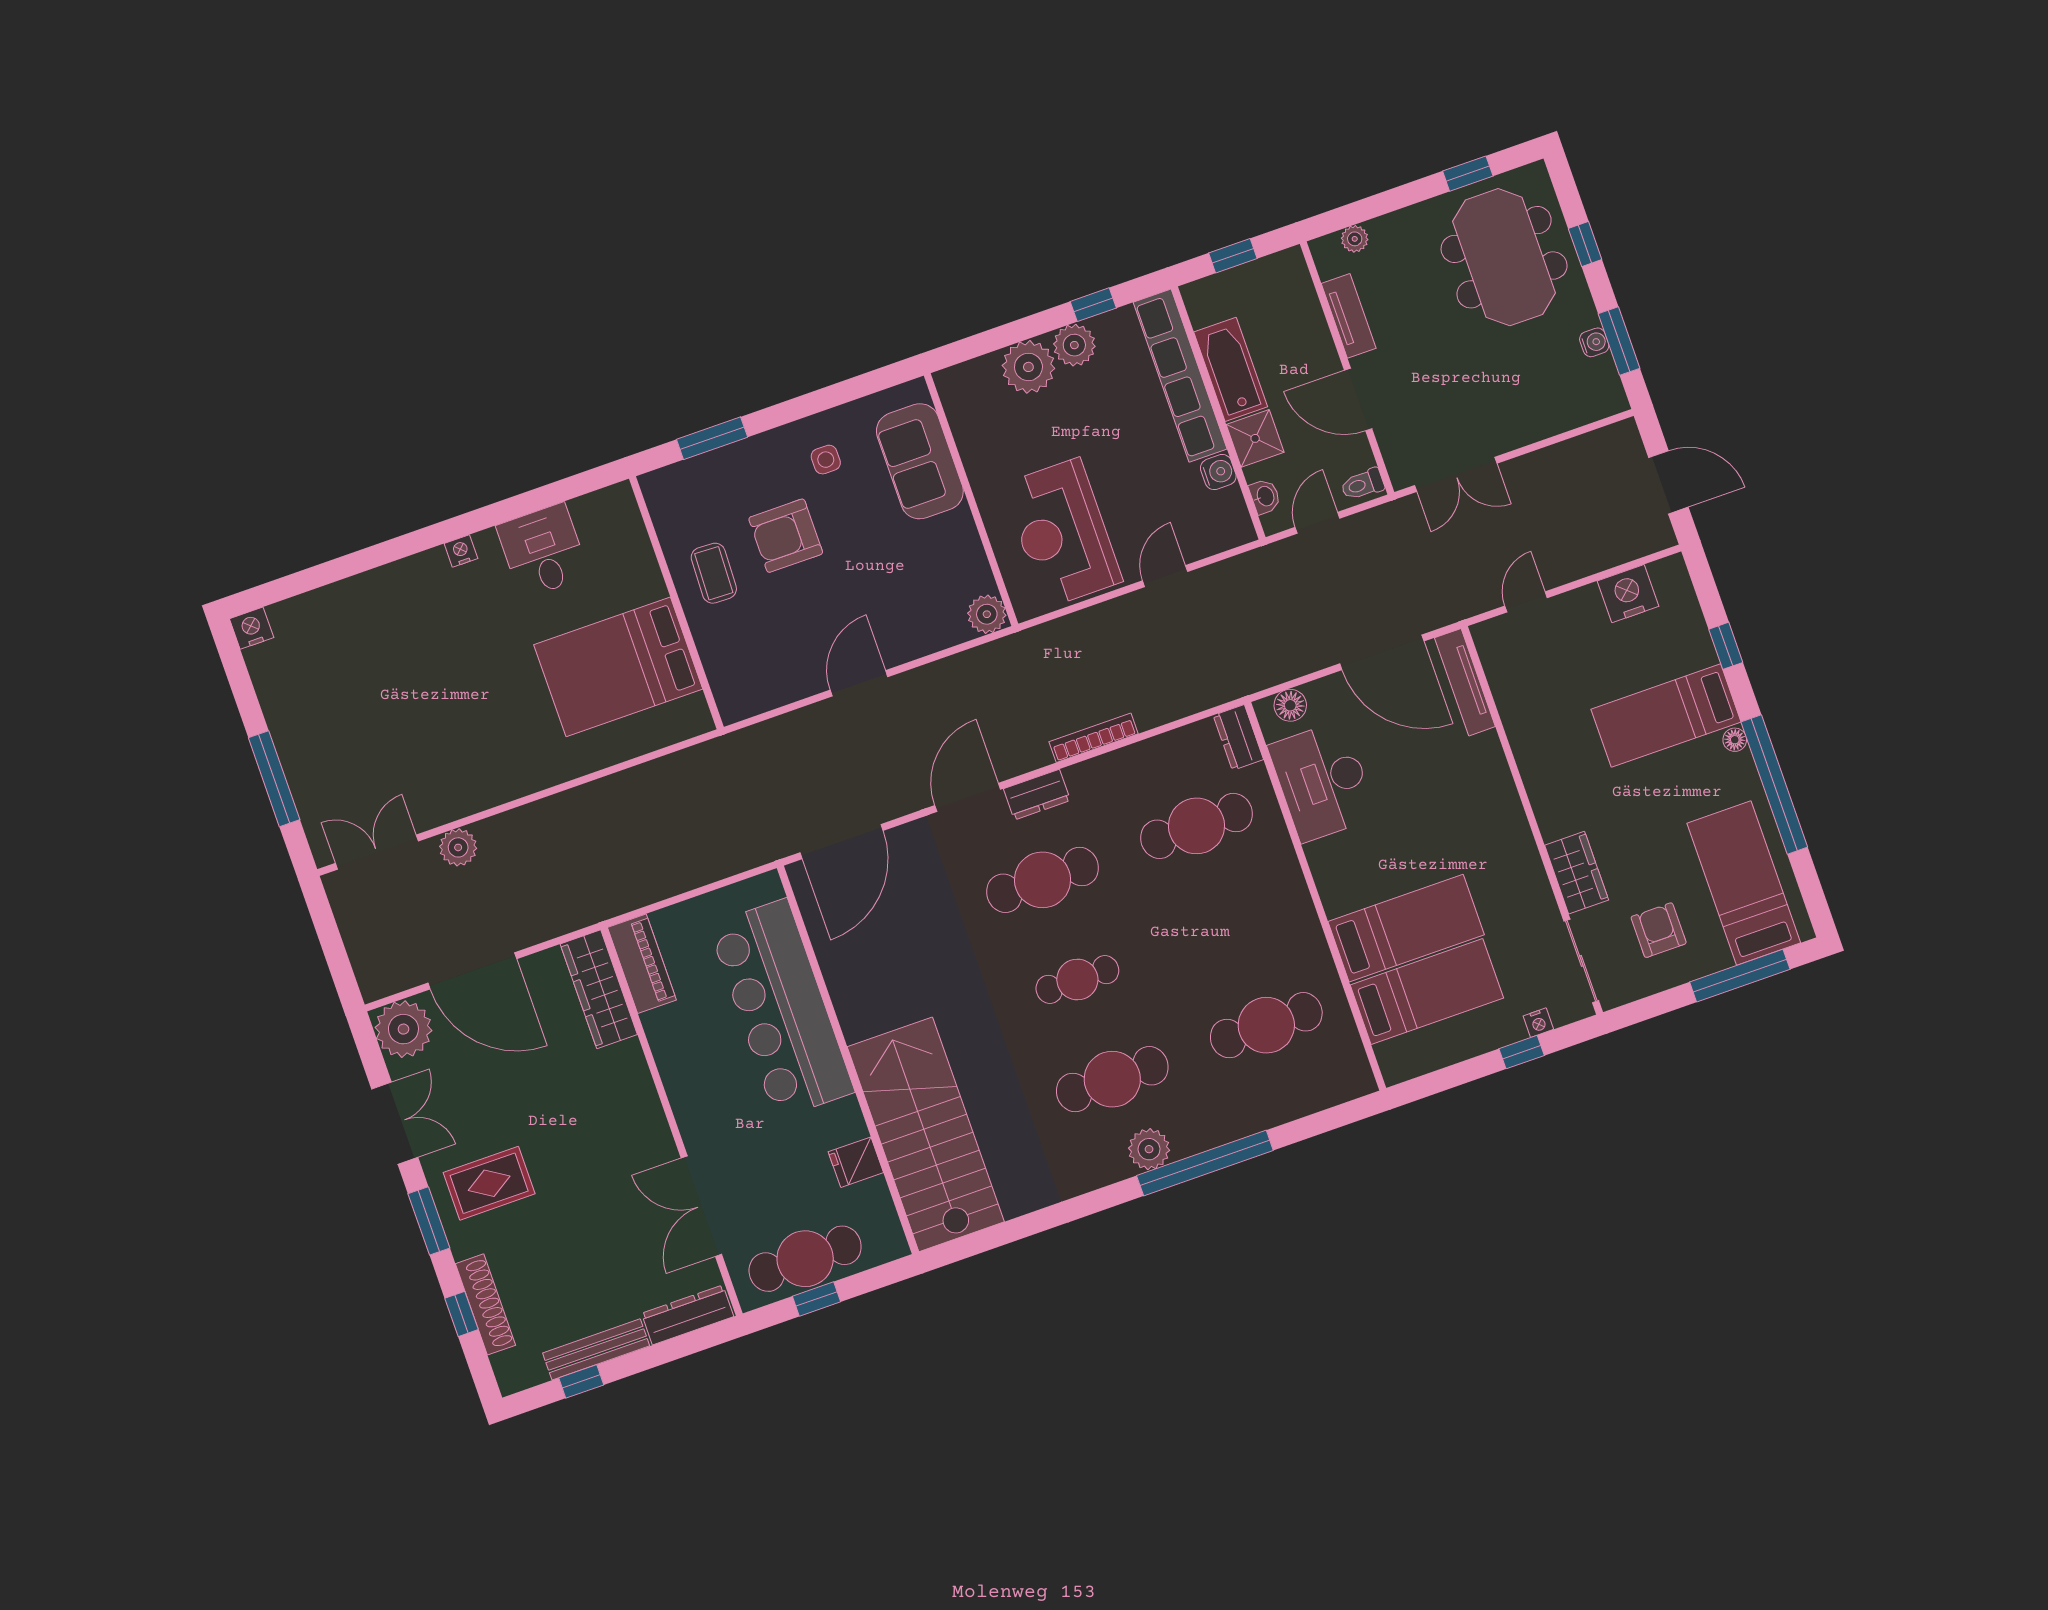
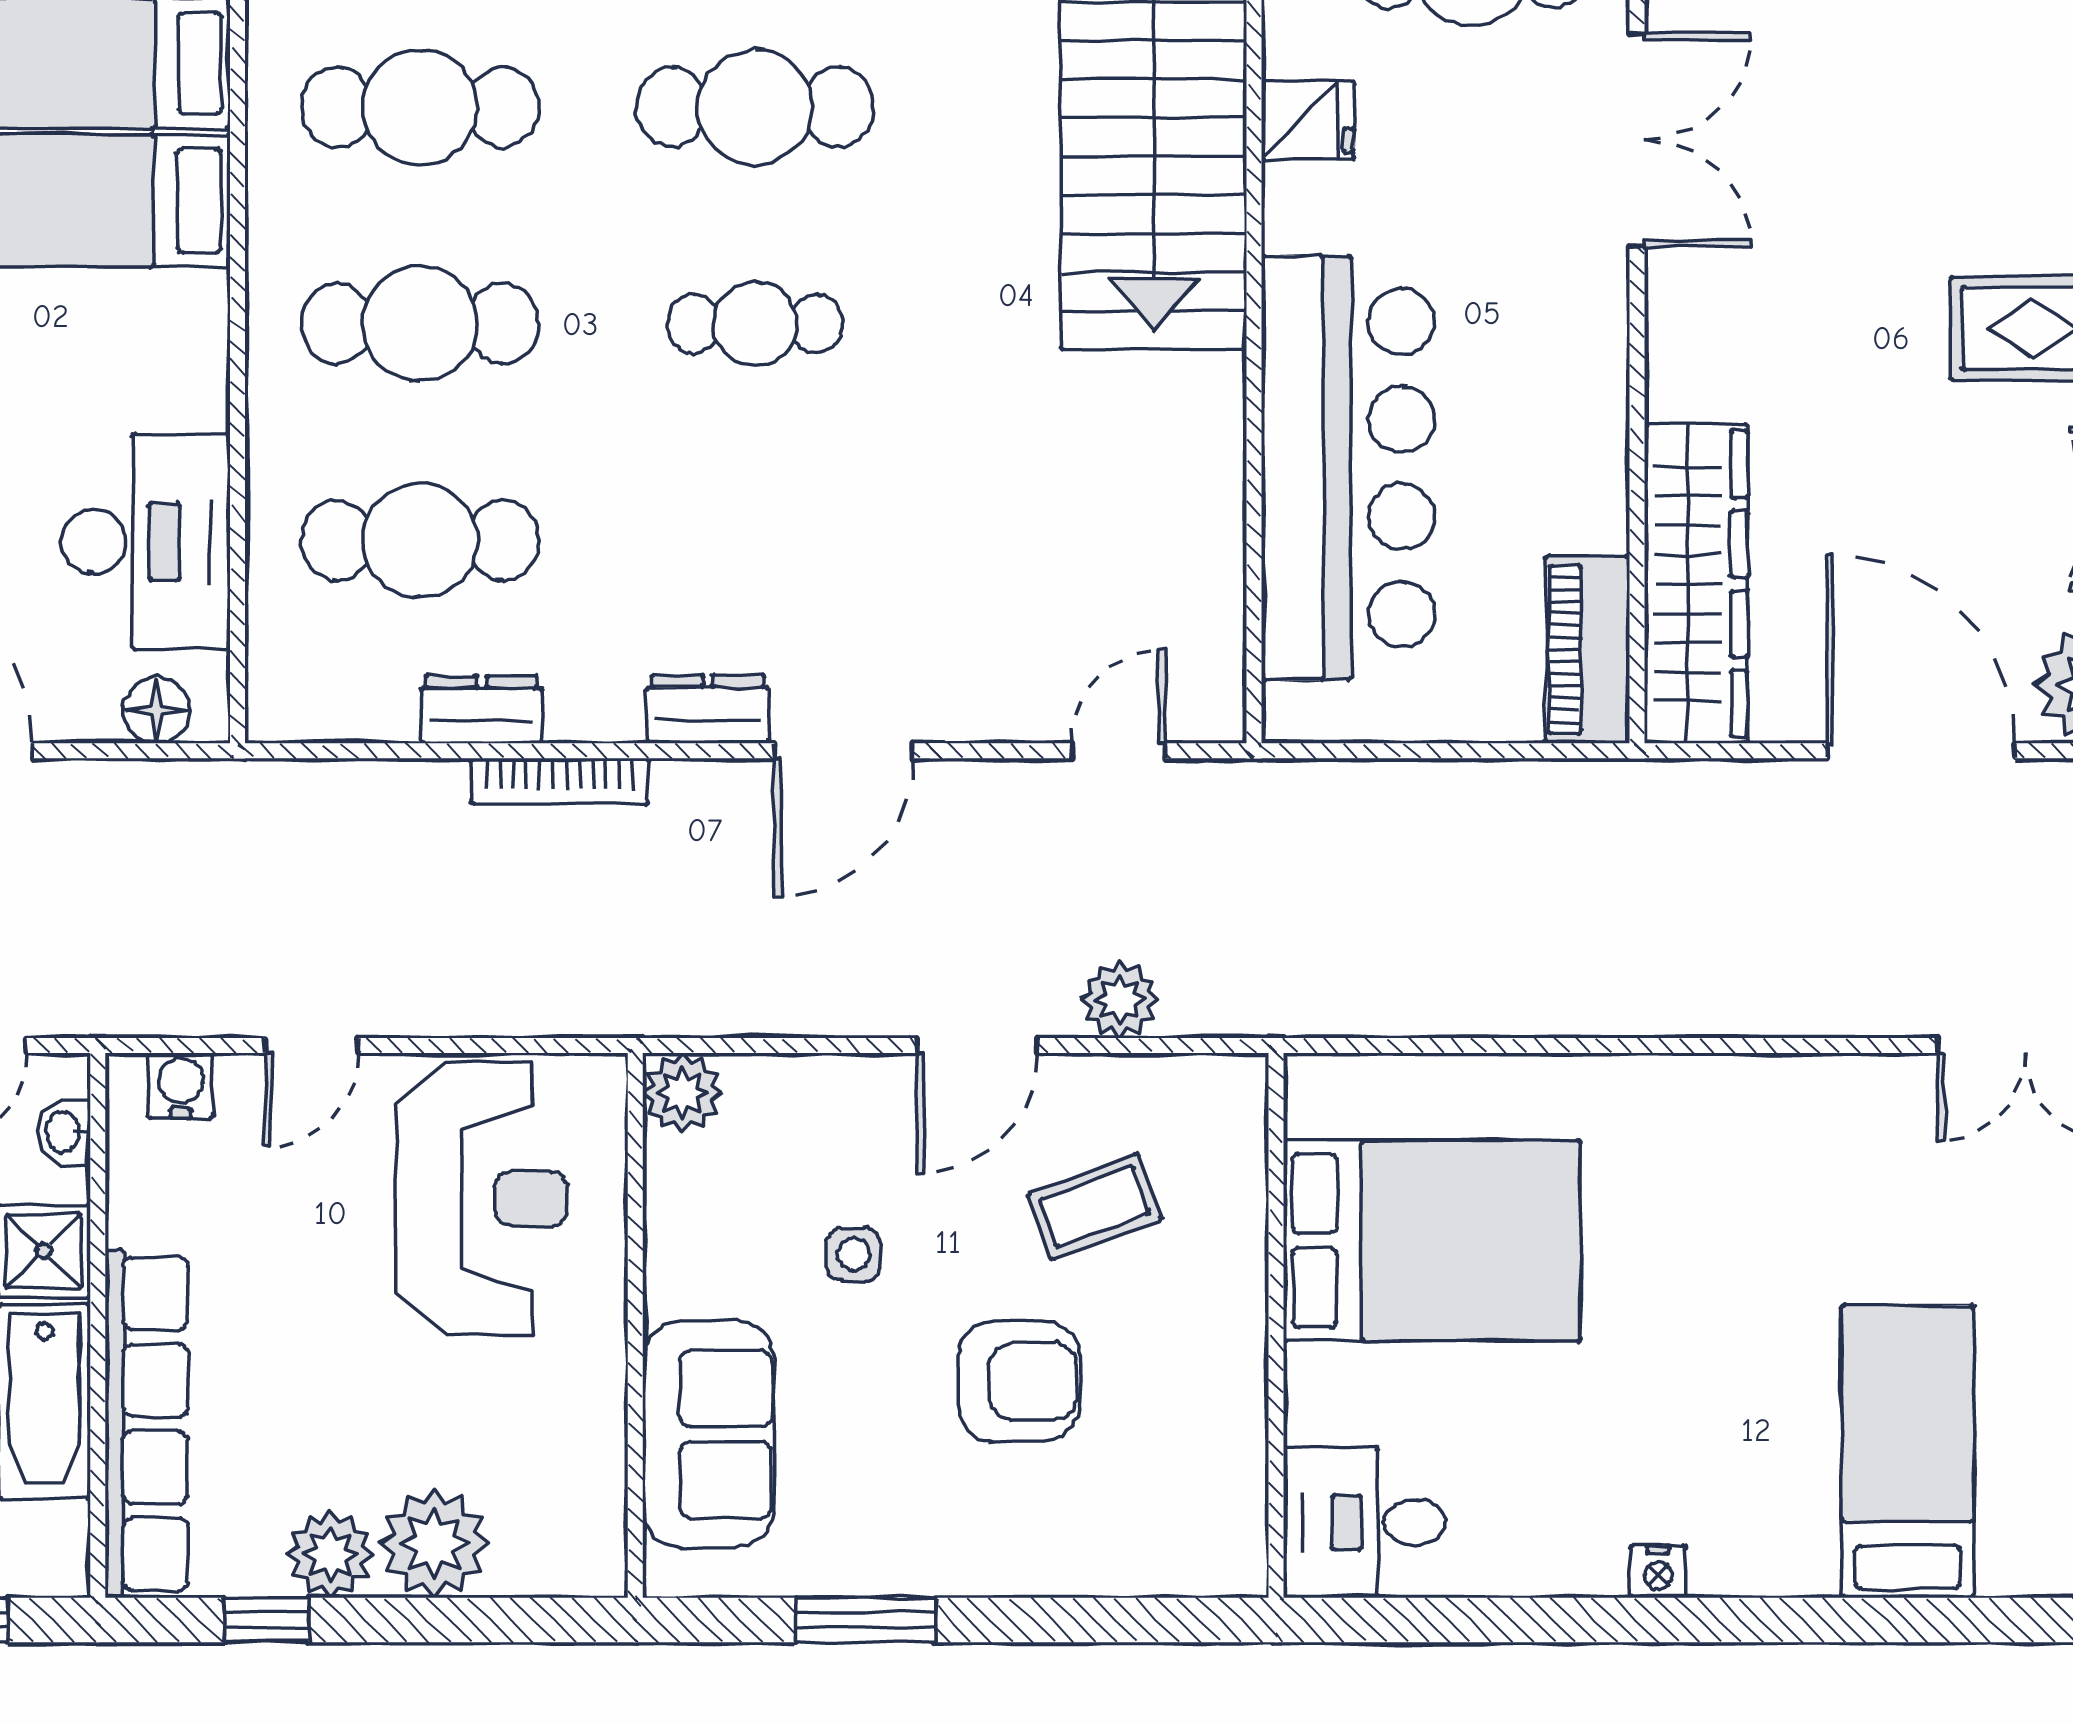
window: (712, 438) -> (866, 1620), moved
side table: (826, 460) -> (854, 1254), moved
water cooler: (1218, 472) -> (181, 1086), moved, turned 90
desk: (543, 551) -> (1365, 1522), moved, turned 90
coffee table: (714, 573) -> (1095, 1207), moved, turned 68
bed: (366, 646) -> (1908, 1451), added
dresser: (1238, 737) -> (482, 710), moved, turned -90
door: (841, 842) -> (1118, 751), width x0.53
plant: (458, 847) -> (1120, 1000), moved
cafe table: (1042, 880) -> (420, 324), moved
wardrobe: (599, 989) -> (1696, 584), width x1.40, depth x1.17

